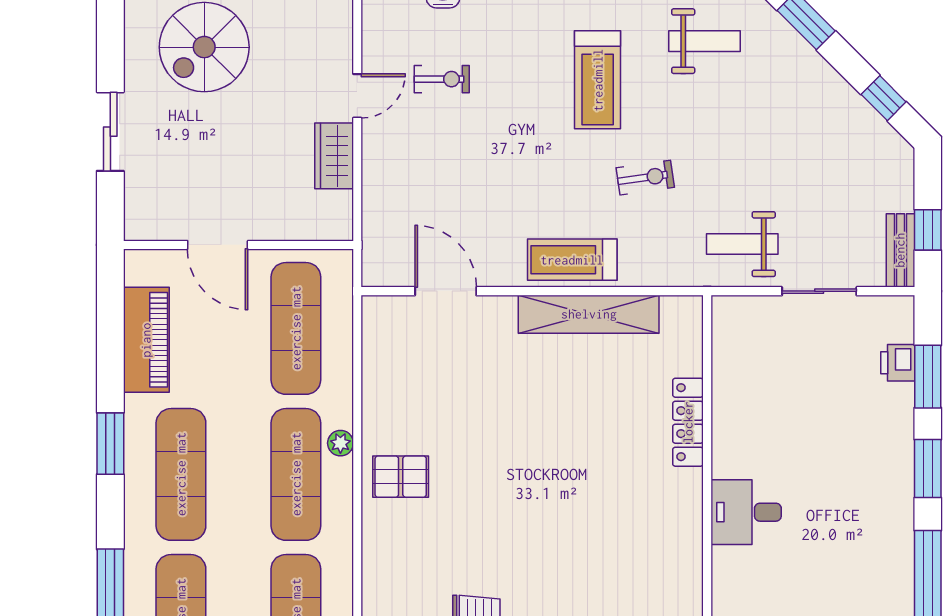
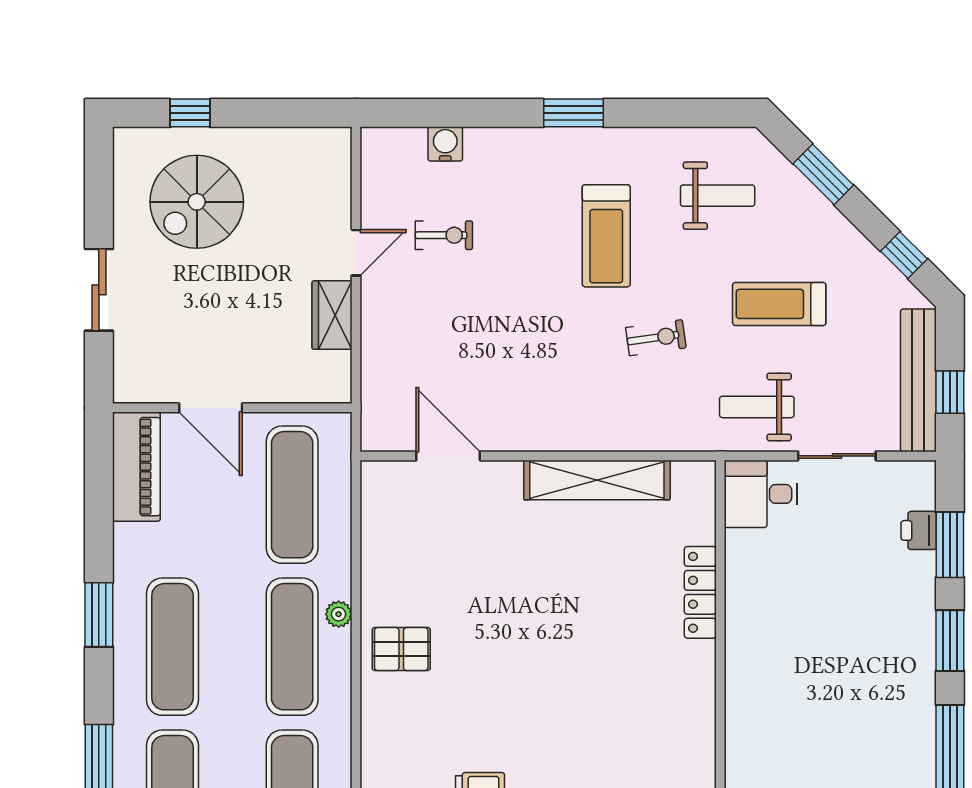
bench: (900, 250) -> (918, 380), width x1.86, depth x1.21
treadmill: (572, 260) -> (779, 304), moved
piano: (146, 340) -> (136, 467), moved
desk: (746, 512) -> (761, 494), moved

